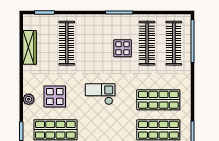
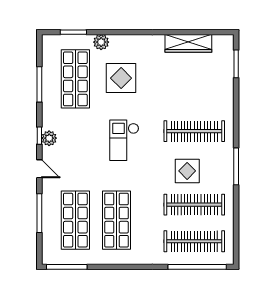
clothes rail: (67, 43) -> (194, 131), moved
checkout: (100, 94) -> (124, 140), turned 180
plant: (29, 99) -> (101, 42), moved

